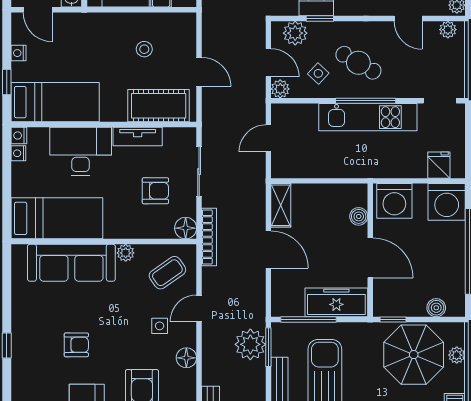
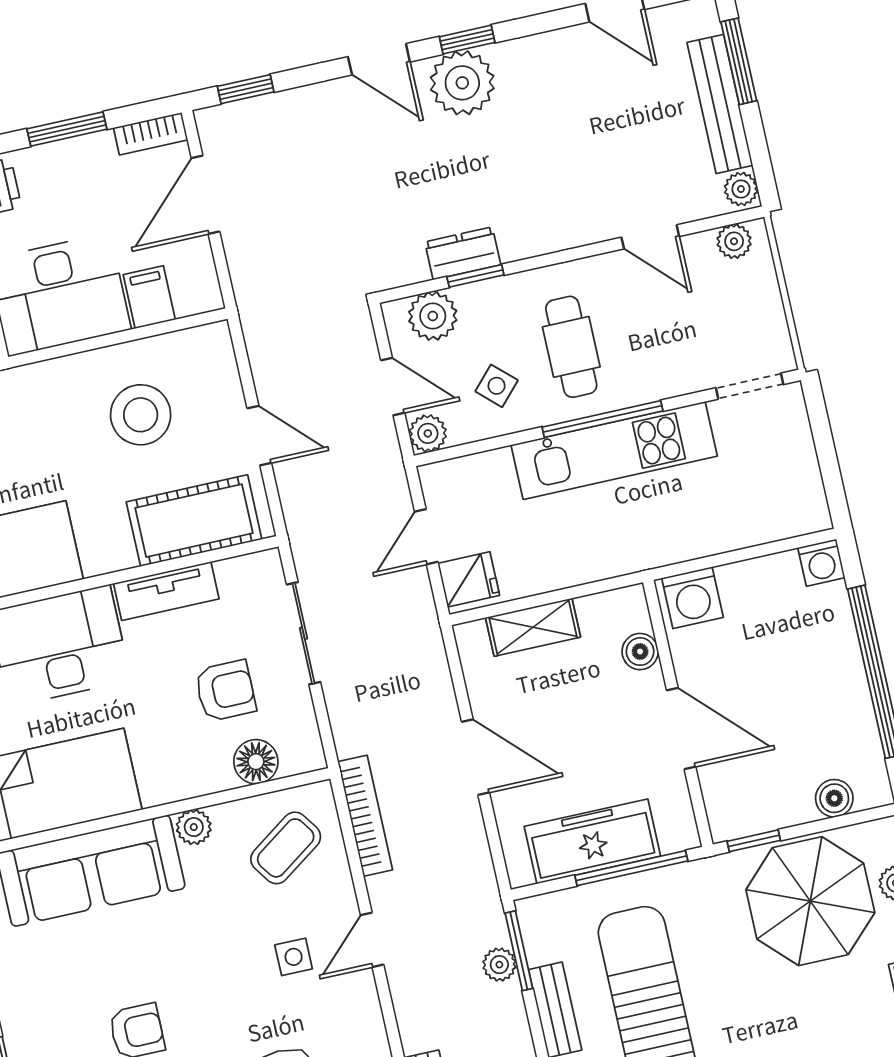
stool: (144, 49) -> (141, 415), width x1.89, depth x1.89
cafe table: (358, 63) -> (571, 347), turned 60
fridge: (439, 165) -> (469, 579), moved, turned 90
washing machine: (394, 201) -> (692, 598), width x0.73, depth x0.73
washing machine: (447, 202) -> (821, 563), width x0.53, depth x0.53
shelving: (281, 205) -> (533, 627), moved, turned 90
floor lamp: (186, 228) -> (256, 762), moved
bookcase: (209, 237) -> (365, 816), moved
freezer: (336, 302) -> (592, 841), moved
door: (199, 308) -> (372, 940), moved
window: (309, 320) -> (631, 868), moved
plant: (250, 344) -> (499, 965), width x0.53, depth x0.53
floor lamp: (186, 358) -> (361, 1008), removed

